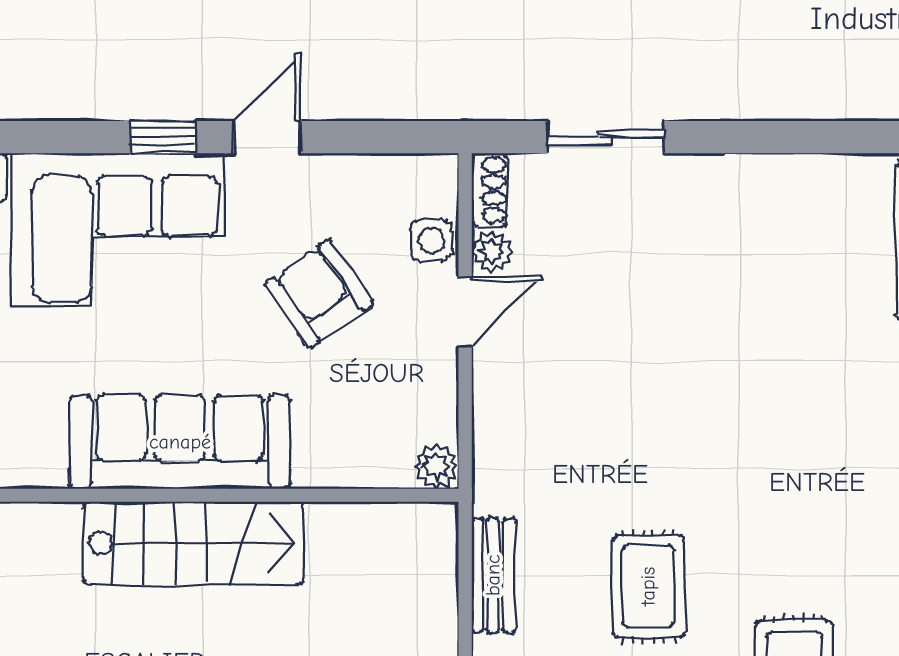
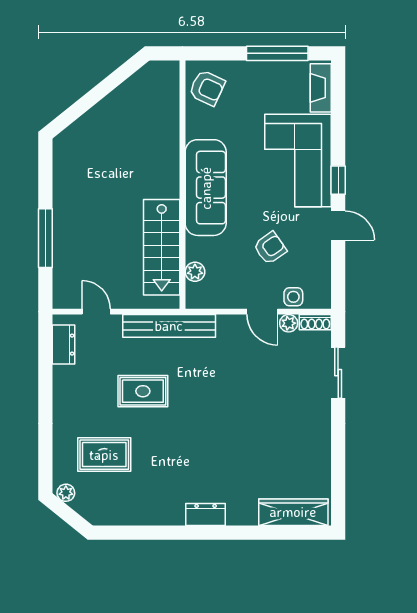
armchair: (319, 294) -> (270, 248), width x0.72, depth x0.72
plant: (436, 467) -> (195, 272), moved
stairs: (193, 543) -> (162, 247), moved
bench: (493, 575) -> (169, 326), width x1.86, depth x1.21

